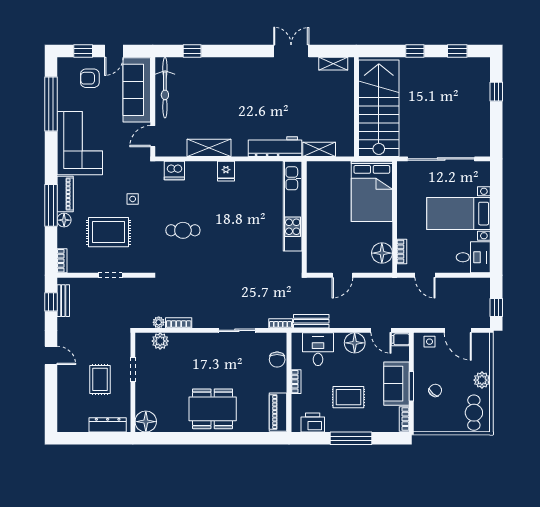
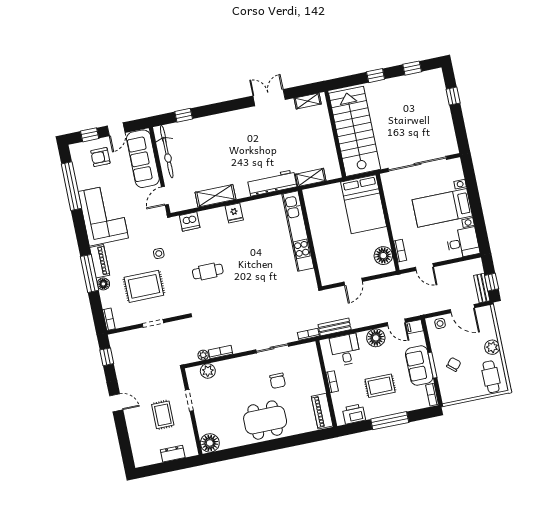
bench: (63, 301) -> (482, 288), moved
chair: (277, 360) -> (278, 381), moved
dresser: (108, 425) -> (173, 454), width x0.70

